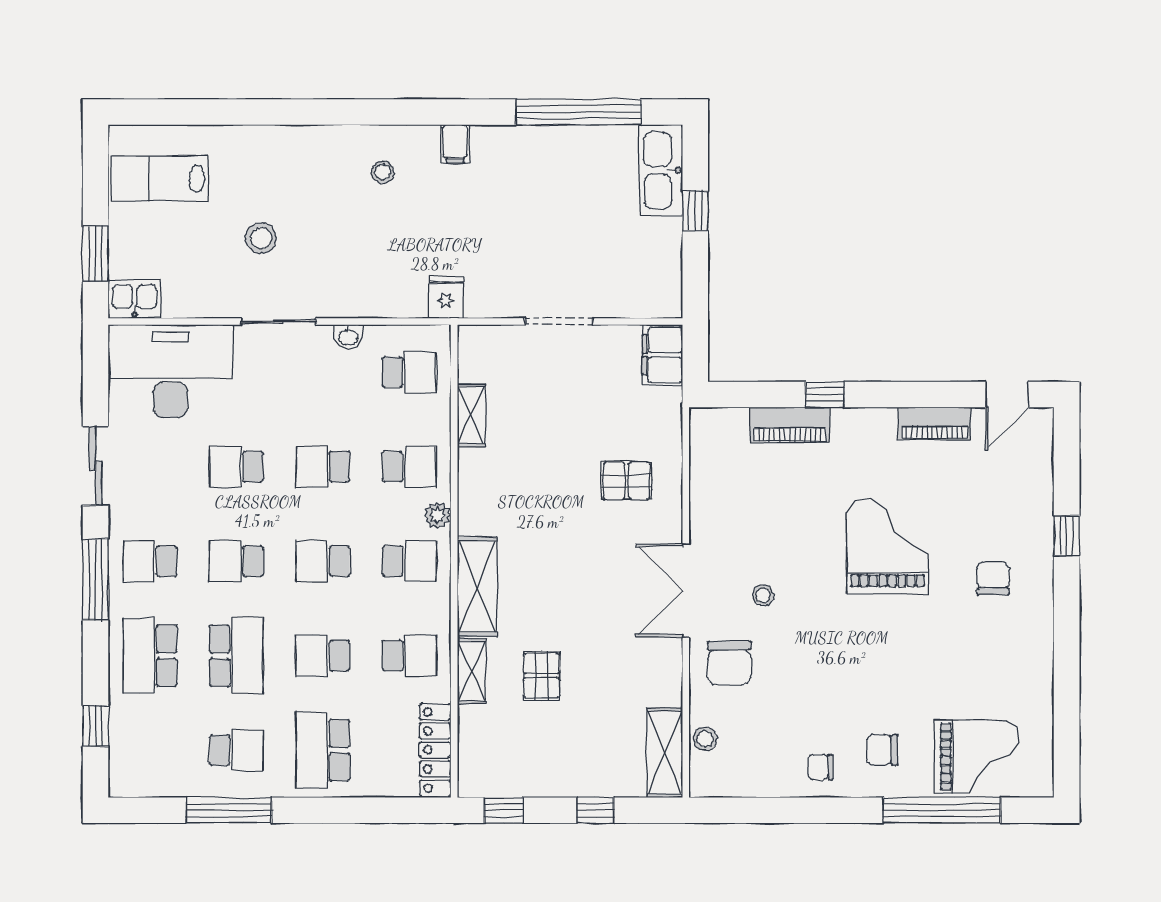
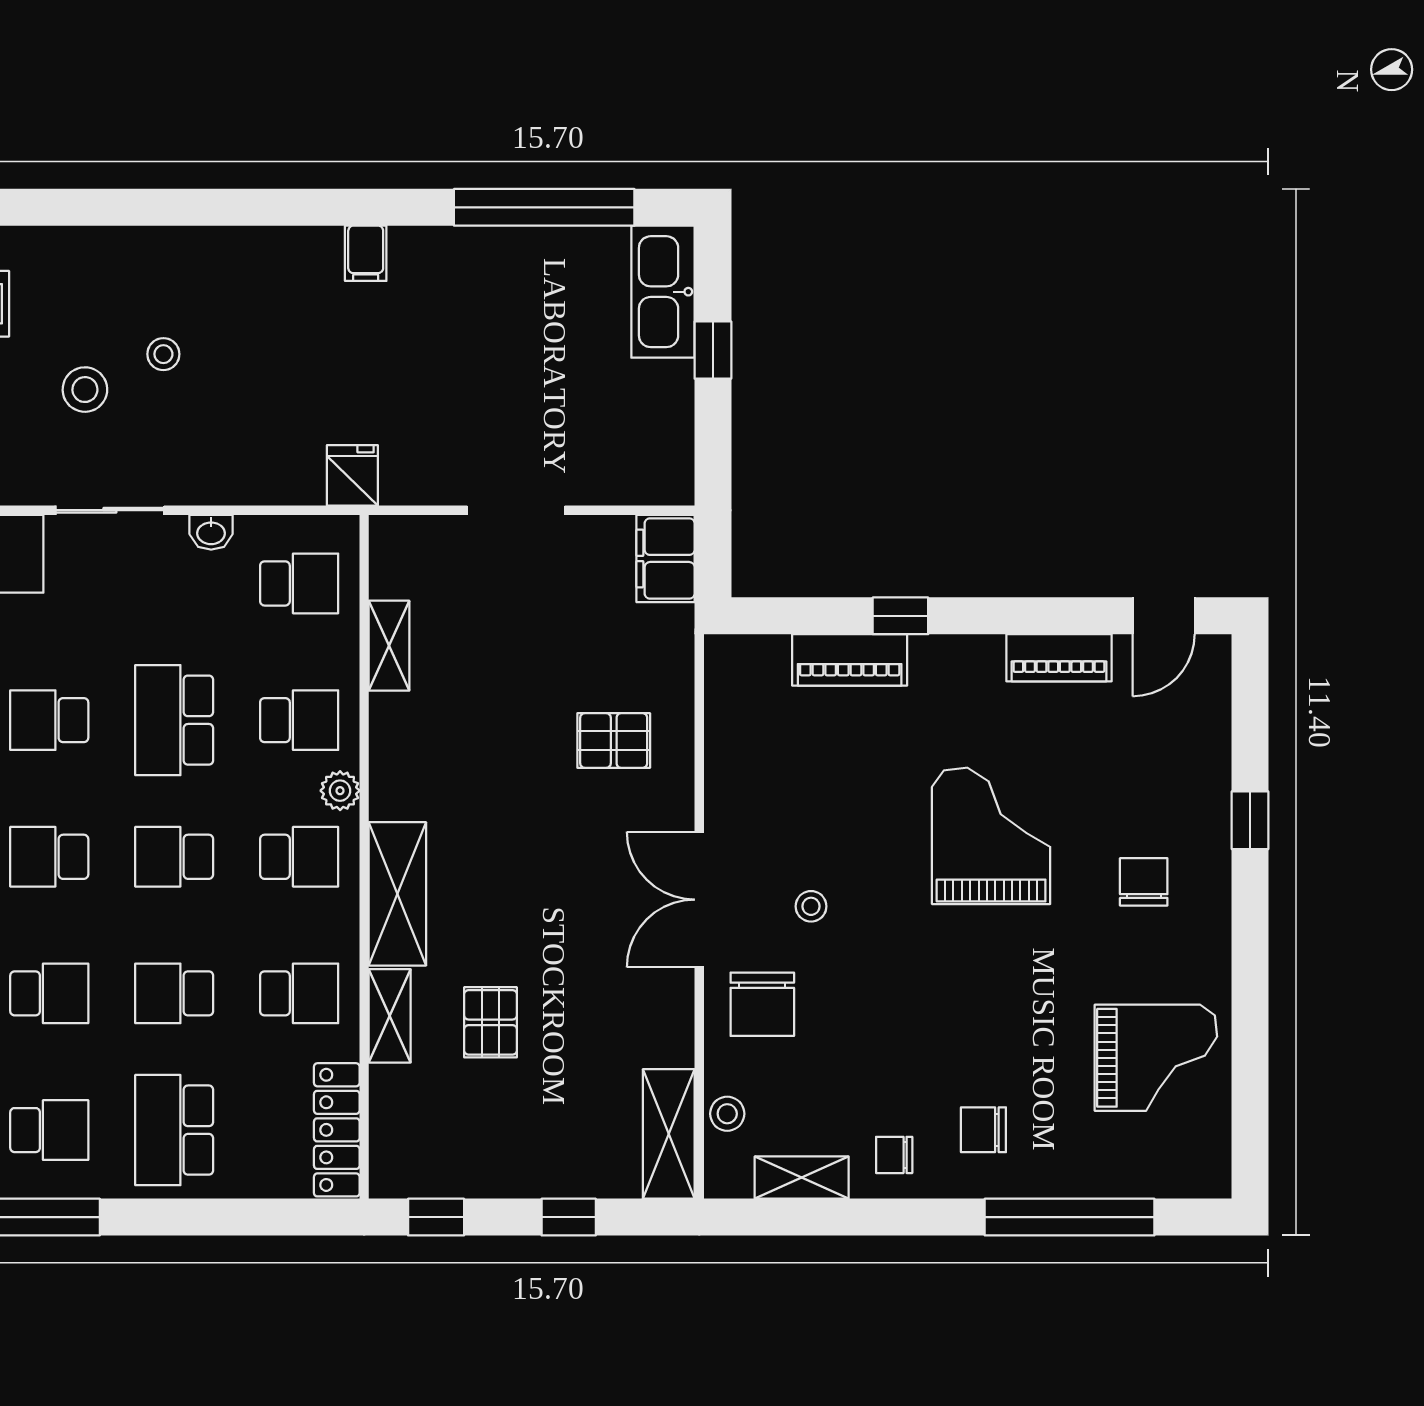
stool: (383, 172) -> (163, 354), moved
school desk: (323, 467) -> (174, 720), width x1.85
school desk: (236, 656) -> (49, 993), width x0.54
grand piano: (976, 757) -> (1156, 1058), moved
shelving: (757, 783) -> (802, 1178), added

